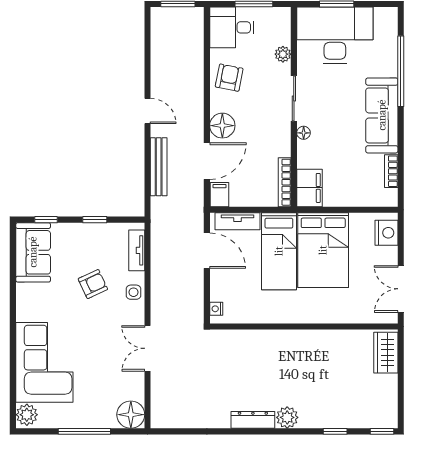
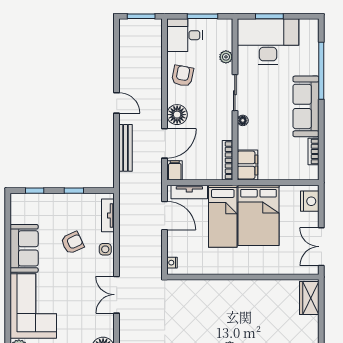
sofa: (33, 252) -> (24, 248), moved

